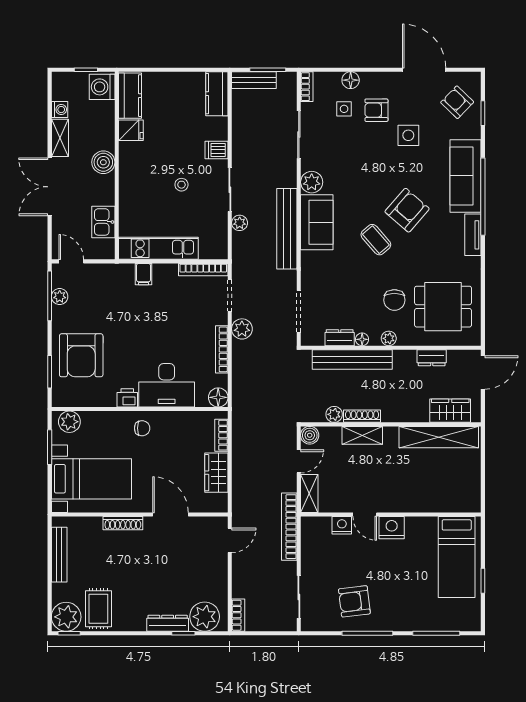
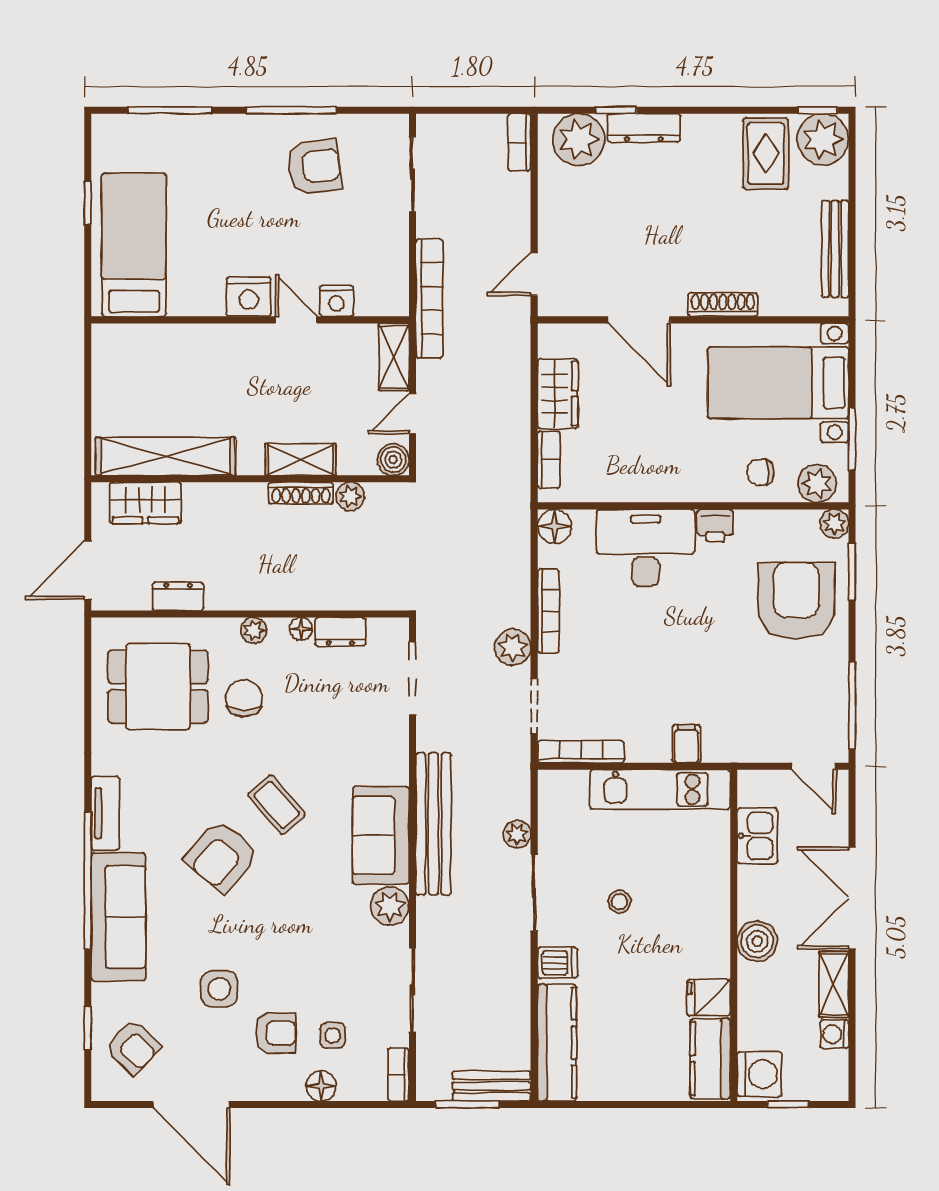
kitchen counter: (217, 94) -> (557, 1043), width x1.50
double door: (50, 187) -> (852, 898), swing flipped
plant: (60, 297) -> (834, 524), moved
bench: (352, 359) -> (318, 593), removed
chair: (142, 428) -> (760, 472), moved

